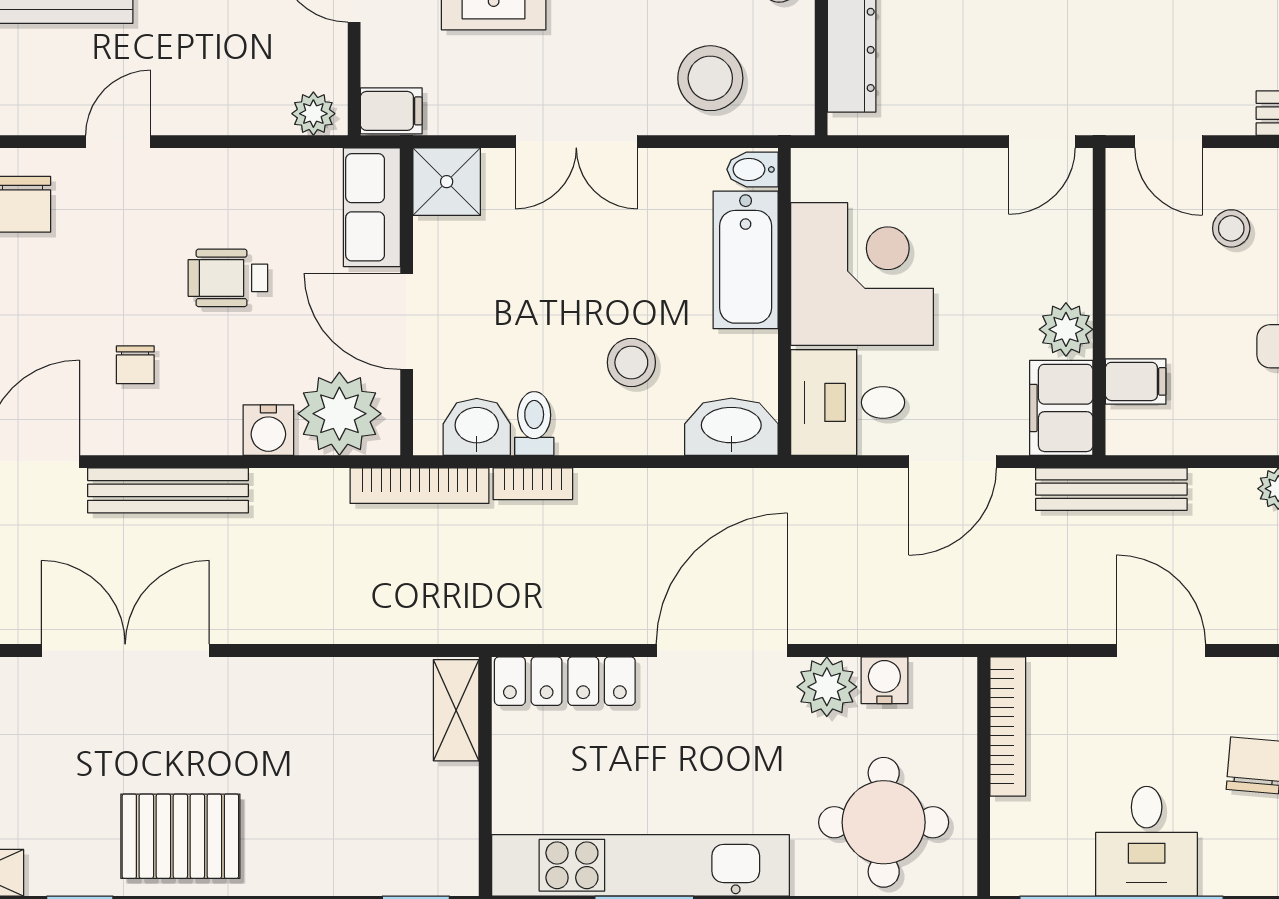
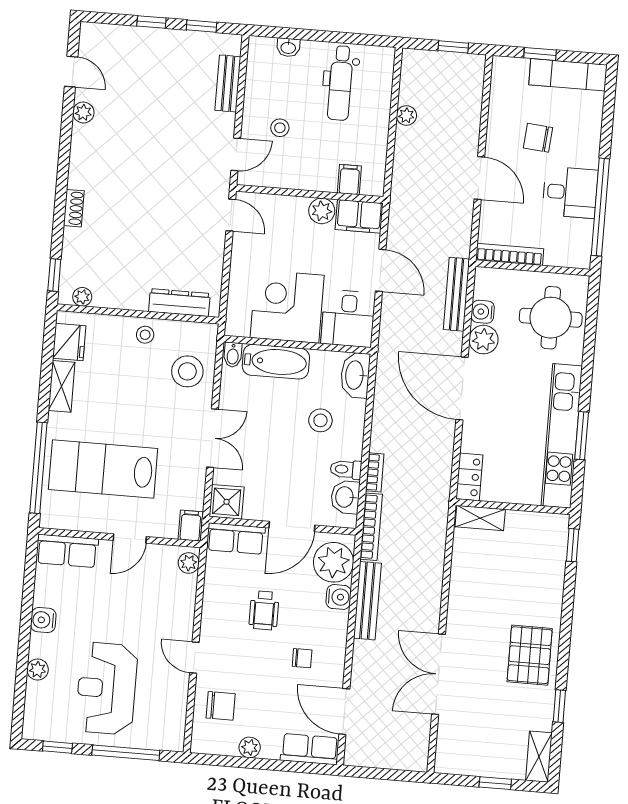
bench: (1111, 489) -> (456, 294), moved
bench: (168, 490) -> (367, 601), moved
door: (1161, 650) -> (479, 178), swing flipped
locker: (565, 681) -> (469, 477), width x0.66

